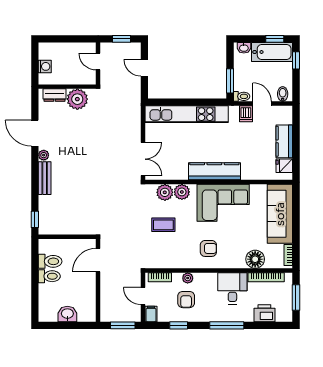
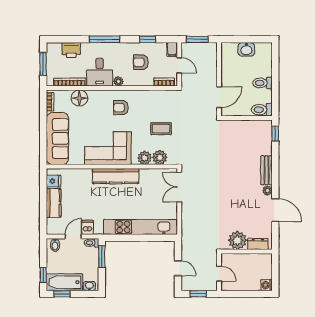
washing machine: (45, 66) -> (267, 285), moved
door: (262, 103) -> (73, 236), swing flipped
toilet: (50, 261) -> (262, 110), moved
plant: (188, 278) -> (118, 81), moved
armchair: (186, 300) -> (141, 62), turned -90

